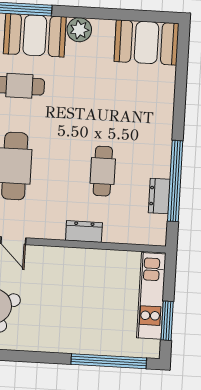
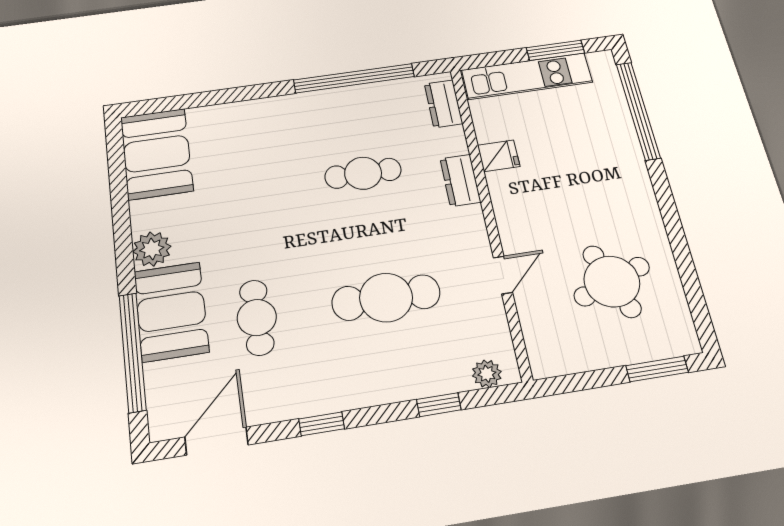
dresser: (159, 196) -> (443, 104), moved, turned 90
fridge: (96, 261) -> (499, 156), added

